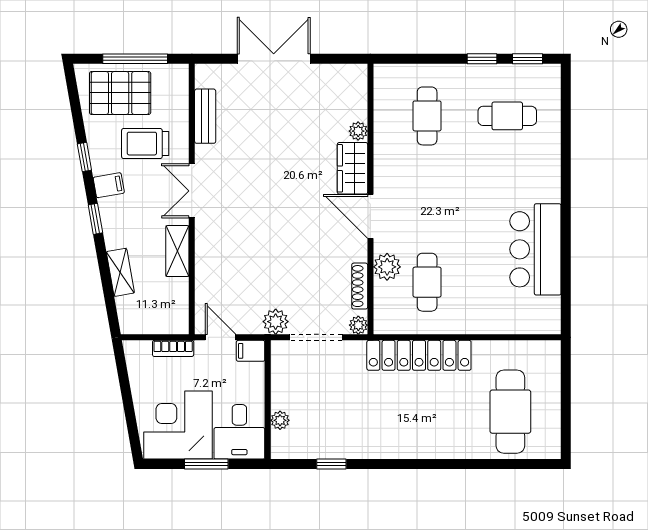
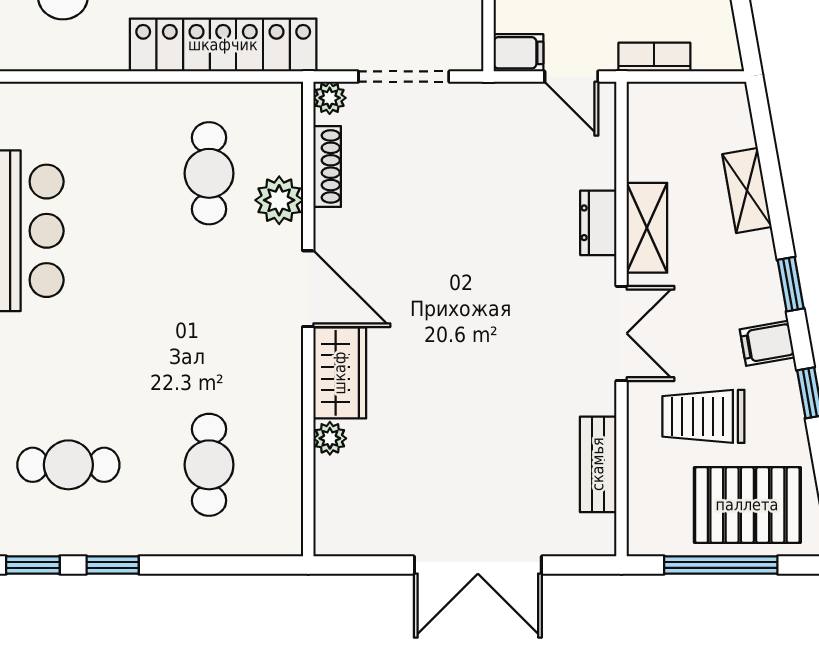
trolley: (145, 144) -> (703, 416), turned 180
dresser: (205, 254) -> (598, 223), added
plant: (276, 322) -> (475, 104), removed

